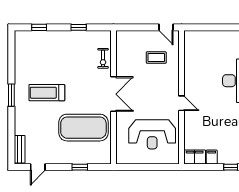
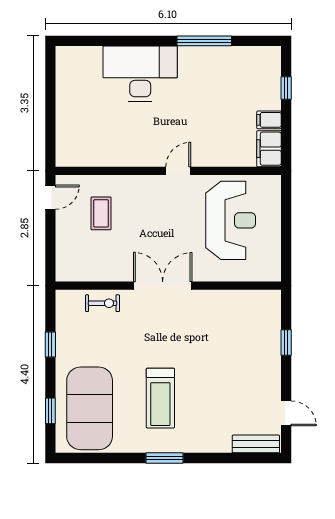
exercise mat: (83, 128) -> (90, 408), moved

